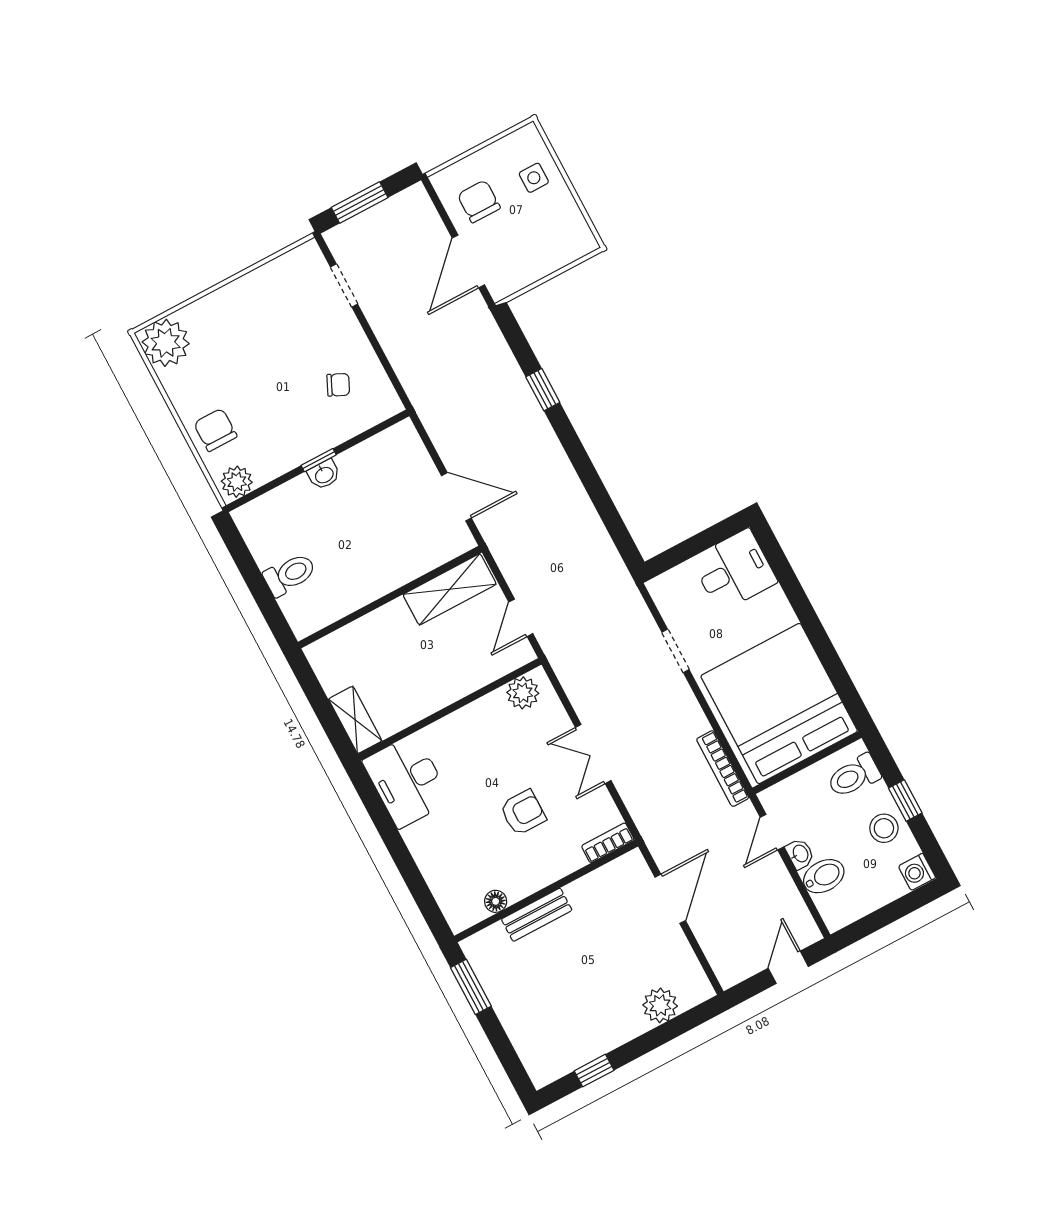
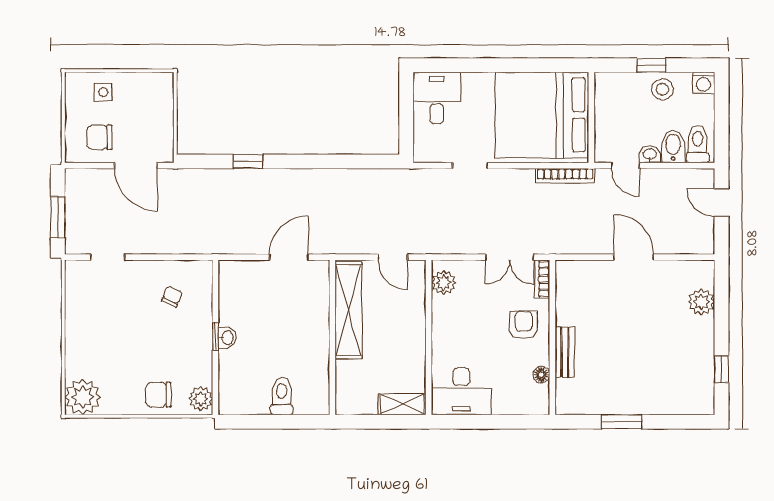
shelving: (450, 589) -> (348, 310), width x1.47
toilet: (854, 776) -> (698, 144), moved, turned 180
bookcase: (608, 843) -> (542, 279), moved
wall: (546, 891) -> (552, 337), moved
floor lamp: (496, 901) -> (541, 375), moved
bench: (537, 915) -> (565, 352), moved

